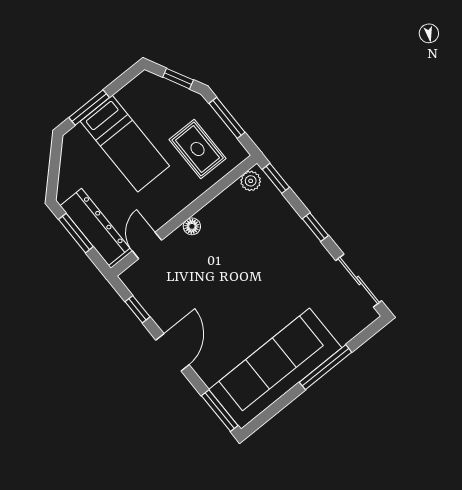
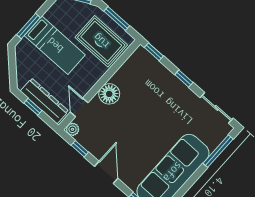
rug: (198, 149) -> (101, 41), width x1.36, depth x1.43
plant: (251, 181) -> (72, 129), moved
floor lamp: (192, 226) -> (109, 94), width x1.89, depth x1.89
window: (76, 233) -> (33, 107), width x0.67
window: (326, 367) -> (218, 151), moved

